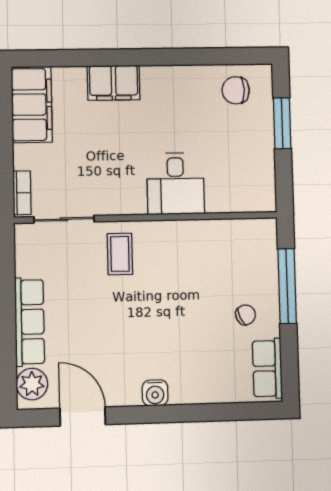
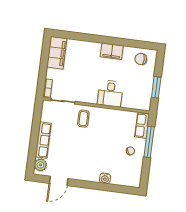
filing cabinet: (114, 83) -> (112, 51), moved
window: (282, 123) -> (156, 87), moved
row of seats: (267, 368) -> (142, 125), moved
water cooler: (155, 393) -> (105, 178), moved
door: (83, 416) -> (59, 181), swing flipped

